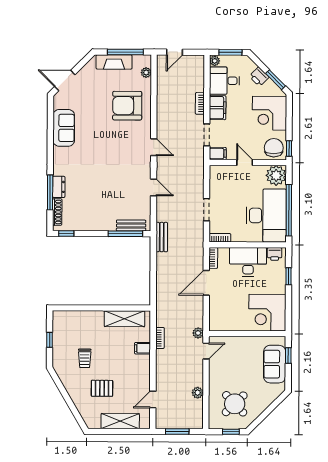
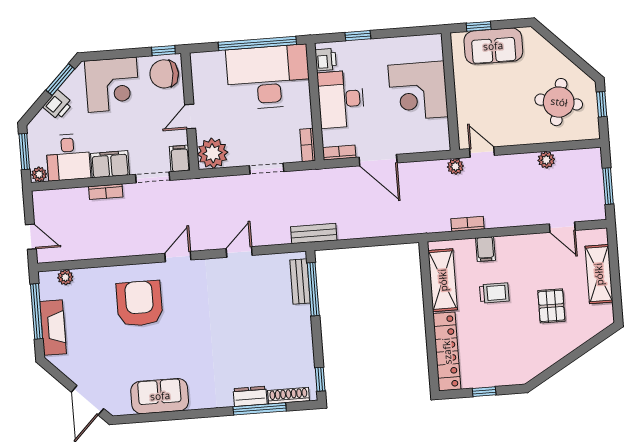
armchair: (127, 106) -> (139, 304), moved, turned 180
plant: (276, 175) -> (213, 153), moved
corner desk: (267, 313) -> (418, 91), moved, turned 90
locker: (78, 318) -> (447, 351), added
trolley: (85, 358) -> (494, 293), moved
round table: (235, 404) -> (559, 102), turned -34

